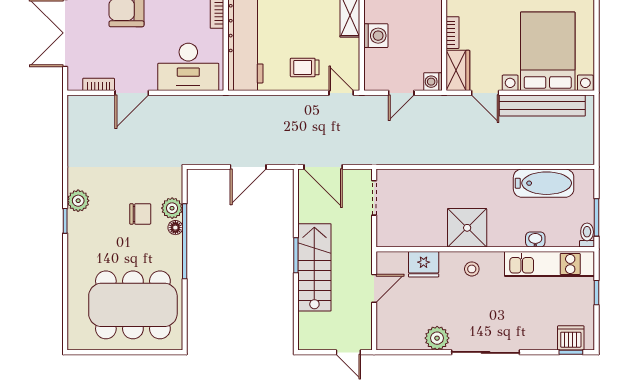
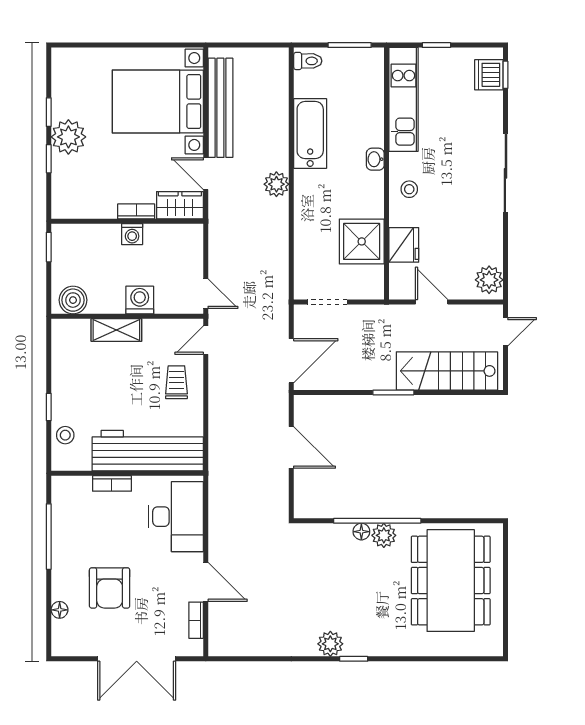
trolley: (305, 67) -> (176, 382), turned 180
washing machine: (433, 82) -> (132, 234), moved
door: (401, 93) -> (206, 294), moved
door: (485, 93) -> (206, 174), swing flipped
plant: (476, 154) -> (276, 184), added
bathtub: (544, 183) -> (310, 133), moved
plant: (172, 208) -> (384, 535), moved
chair: (140, 214) -> (346, 572), removed
shower: (467, 228) -> (362, 241), moved
toilet: (587, 235) -> (308, 61), moved, turned 180
washbasin: (535, 240) -> (375, 159), moved
stairs: (314, 267) -> (447, 371), moved
plant: (437, 338) -> (489, 280), moved

